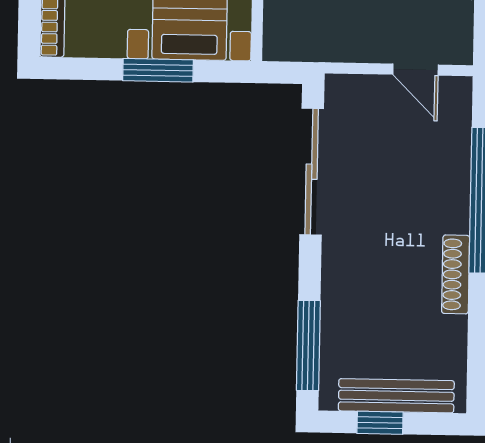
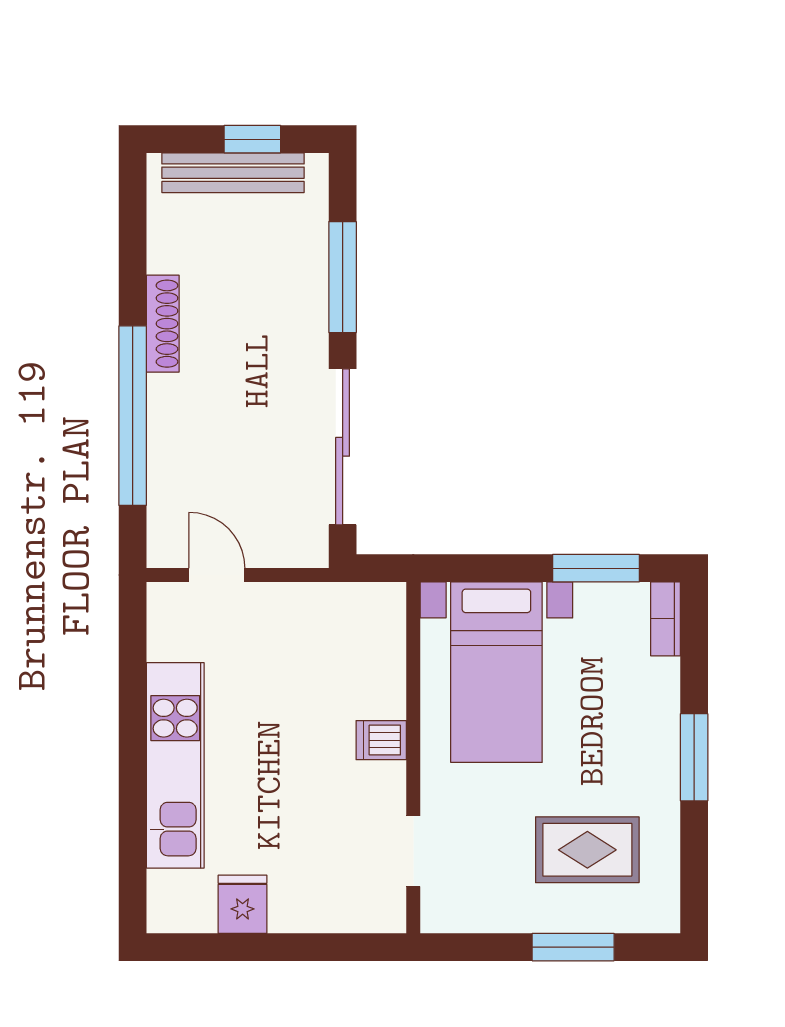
window: (158, 70) -> (596, 568), moved
window: (308, 346) -> (343, 277), moved

